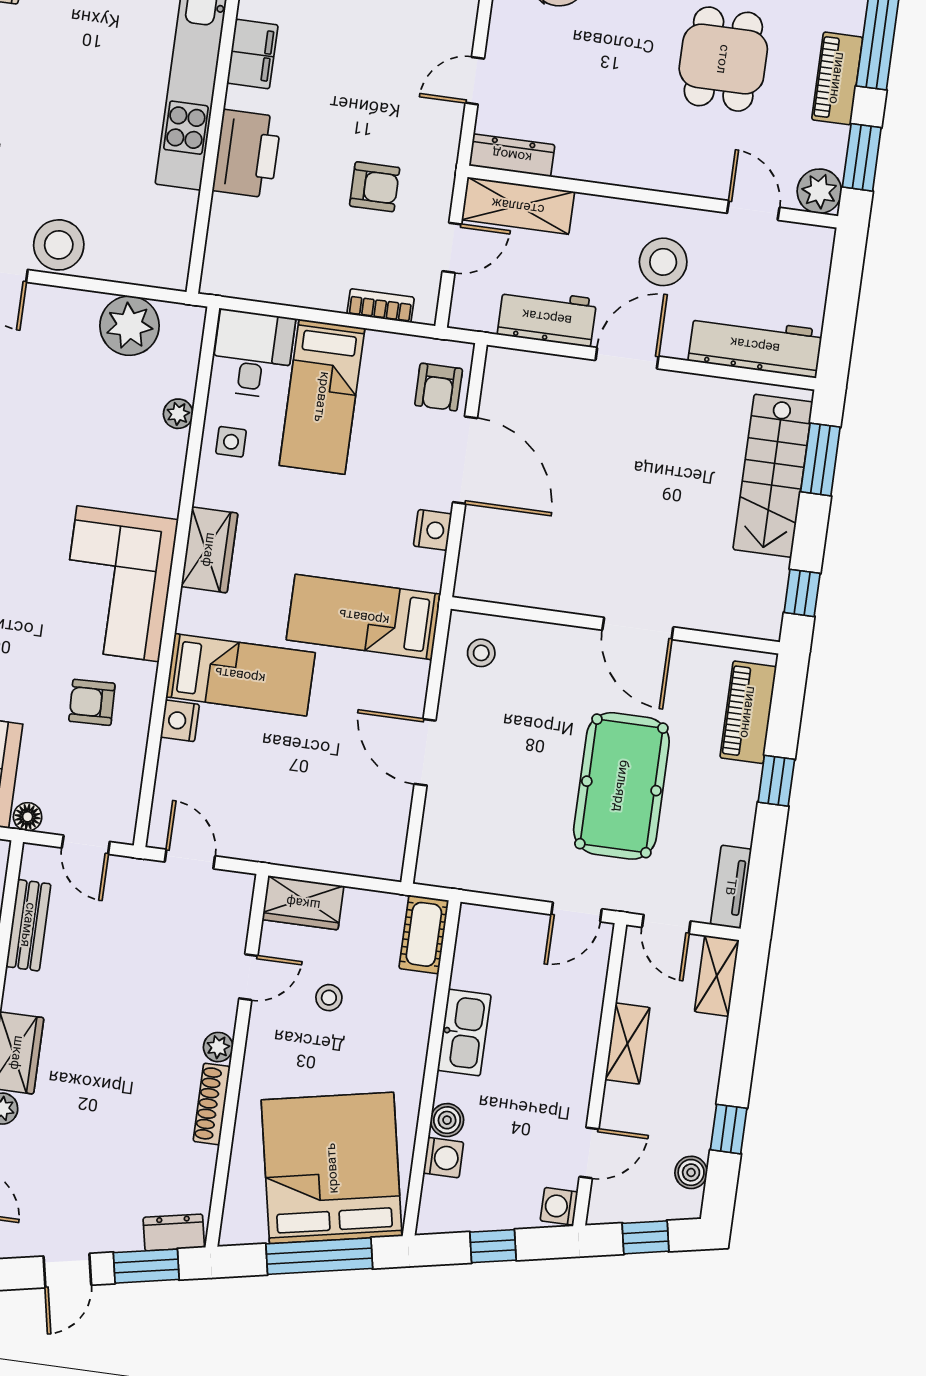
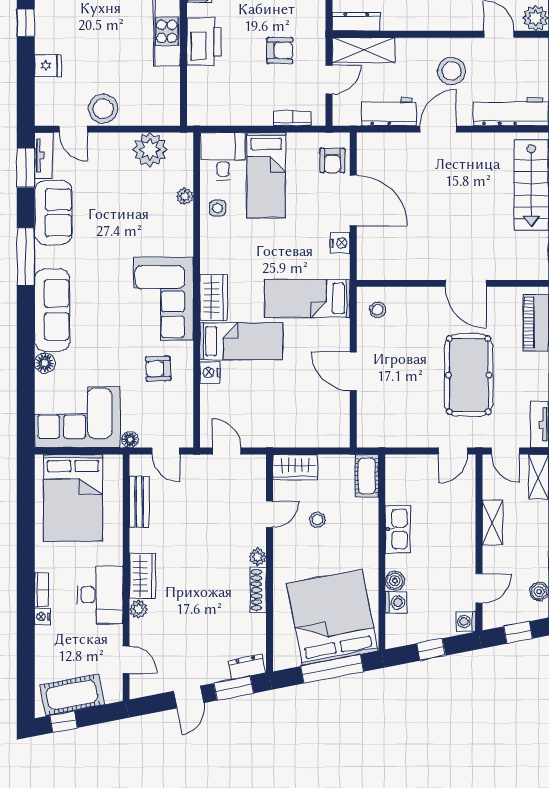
wardrobe: (209, 550) -> (214, 298), moved

